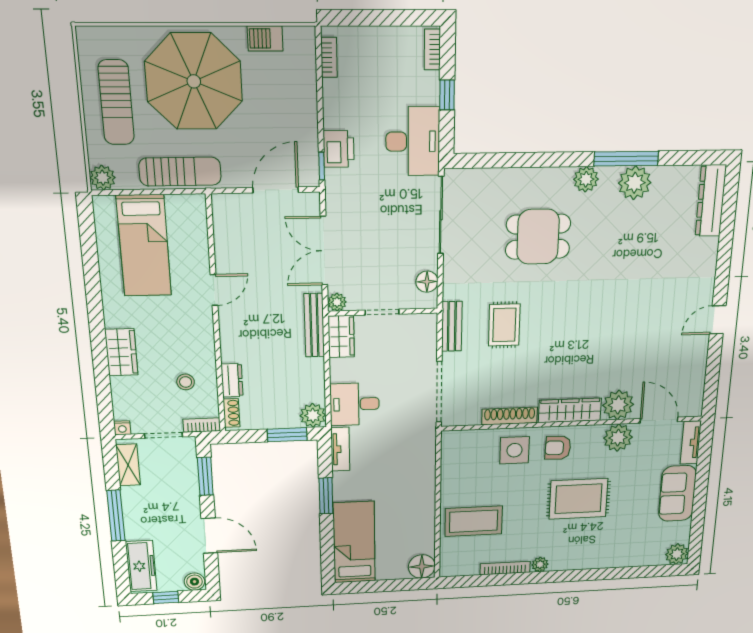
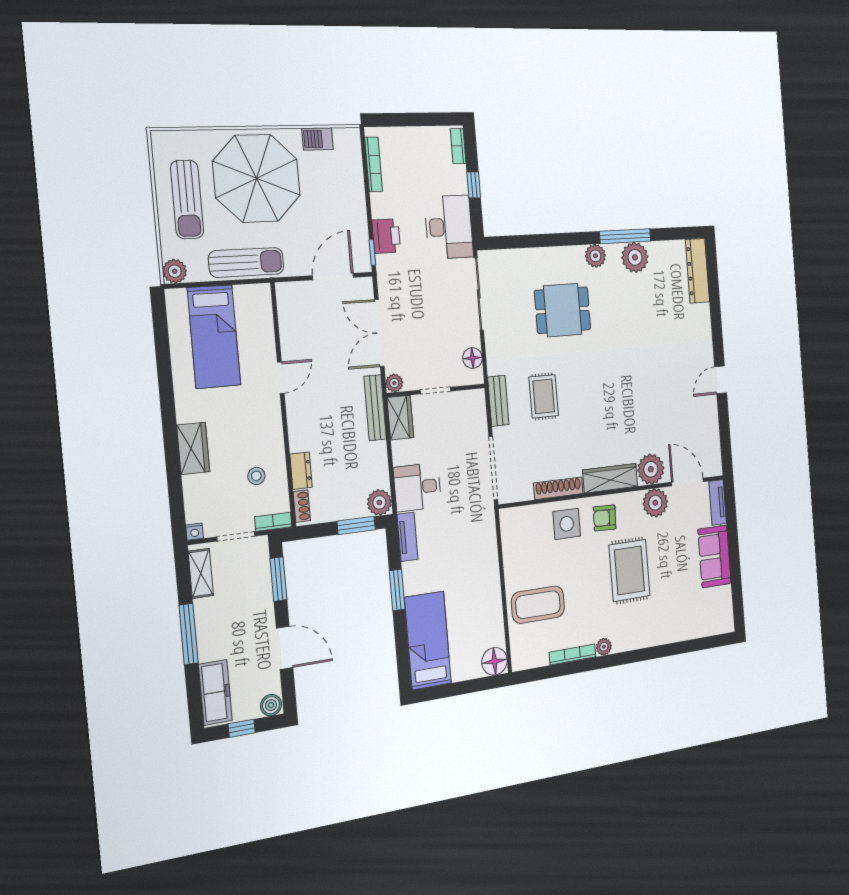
bookcase: (329, 57) -> (374, 164), width x1.56
rug: (578, 499) -> (629, 570), turned 90
plant: (677, 554) -> (724, 622), removed

